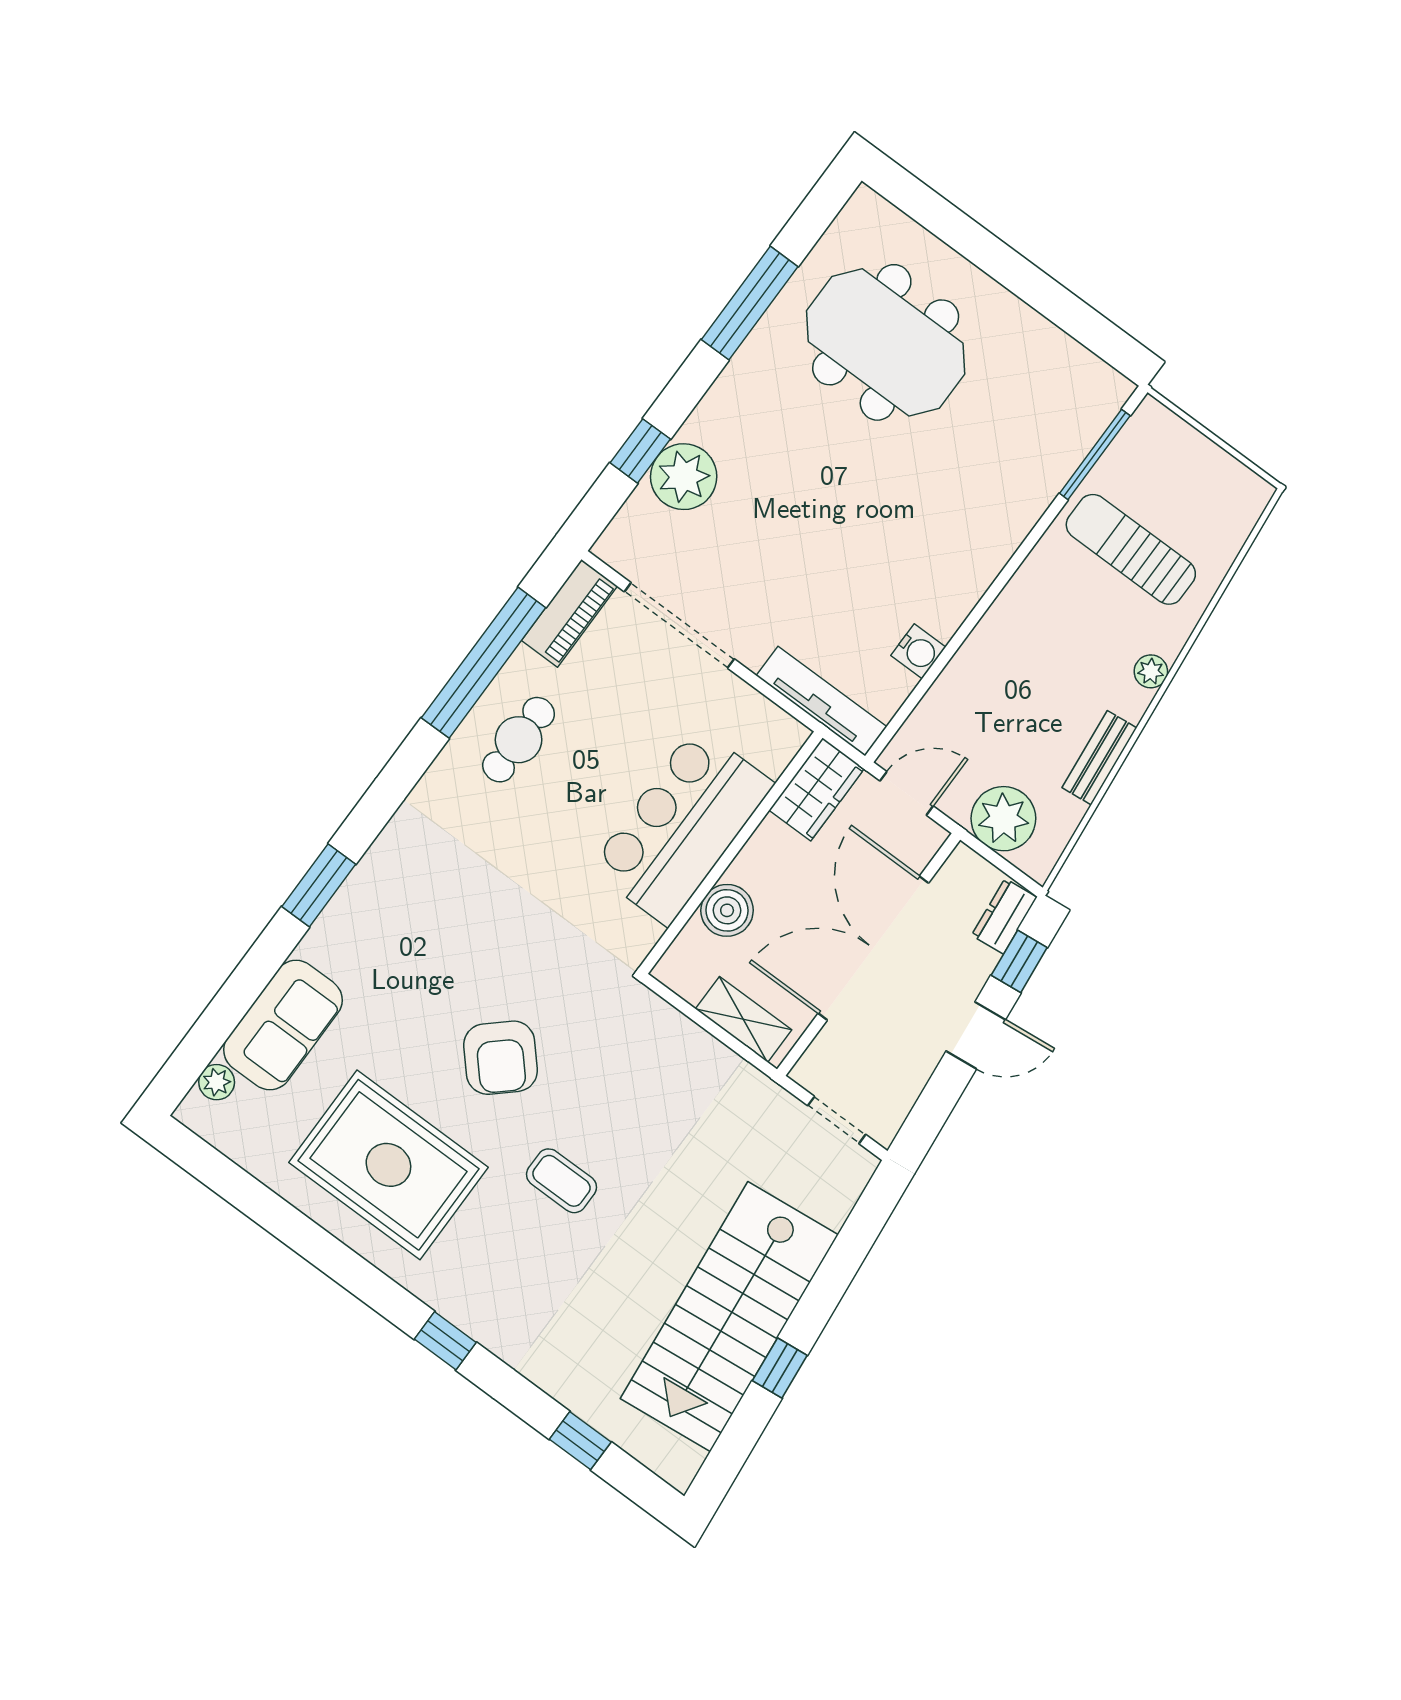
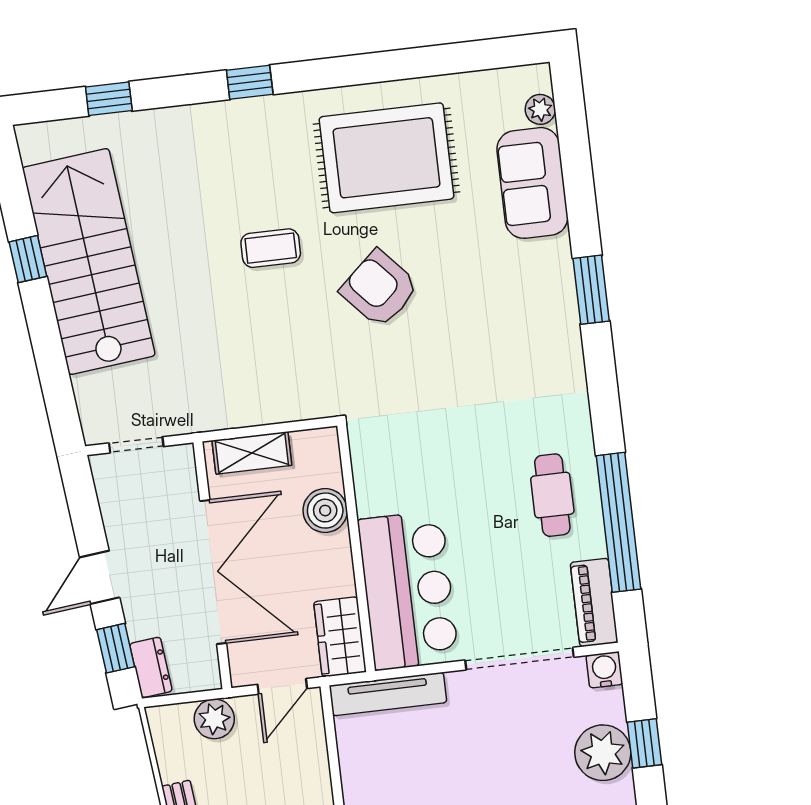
water cooler: (918, 651) -> (604, 670), moved, turned 90
plant: (1003, 819) -> (214, 719), width x0.73, depth x0.73
bar counter: (682, 826) -> (408, 590), moved

